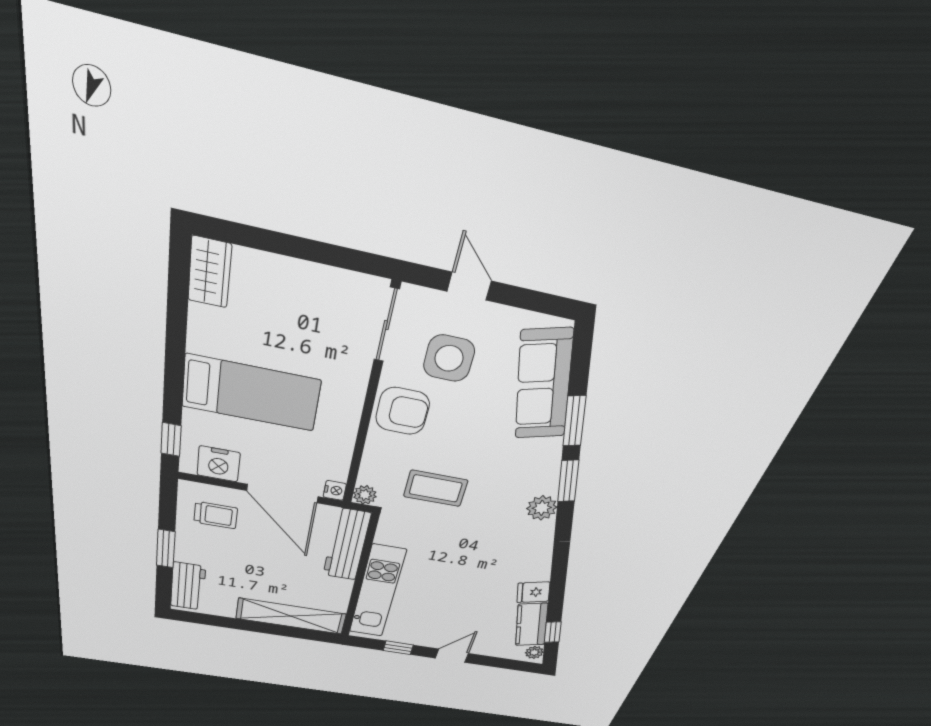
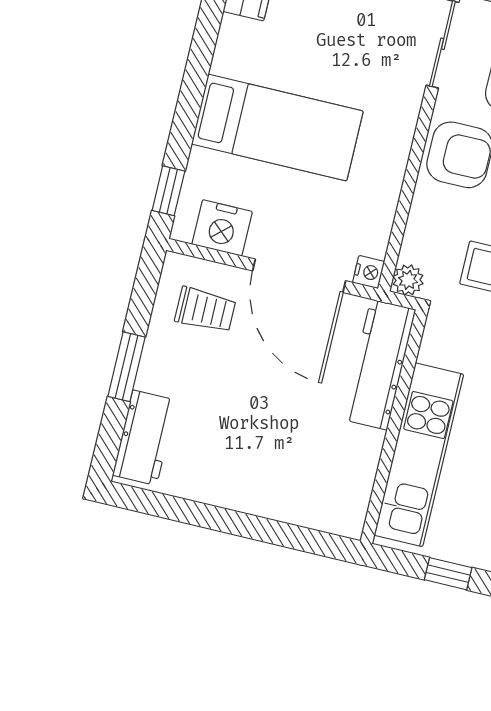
shelving: (291, 616) -> (288, 501), removed

